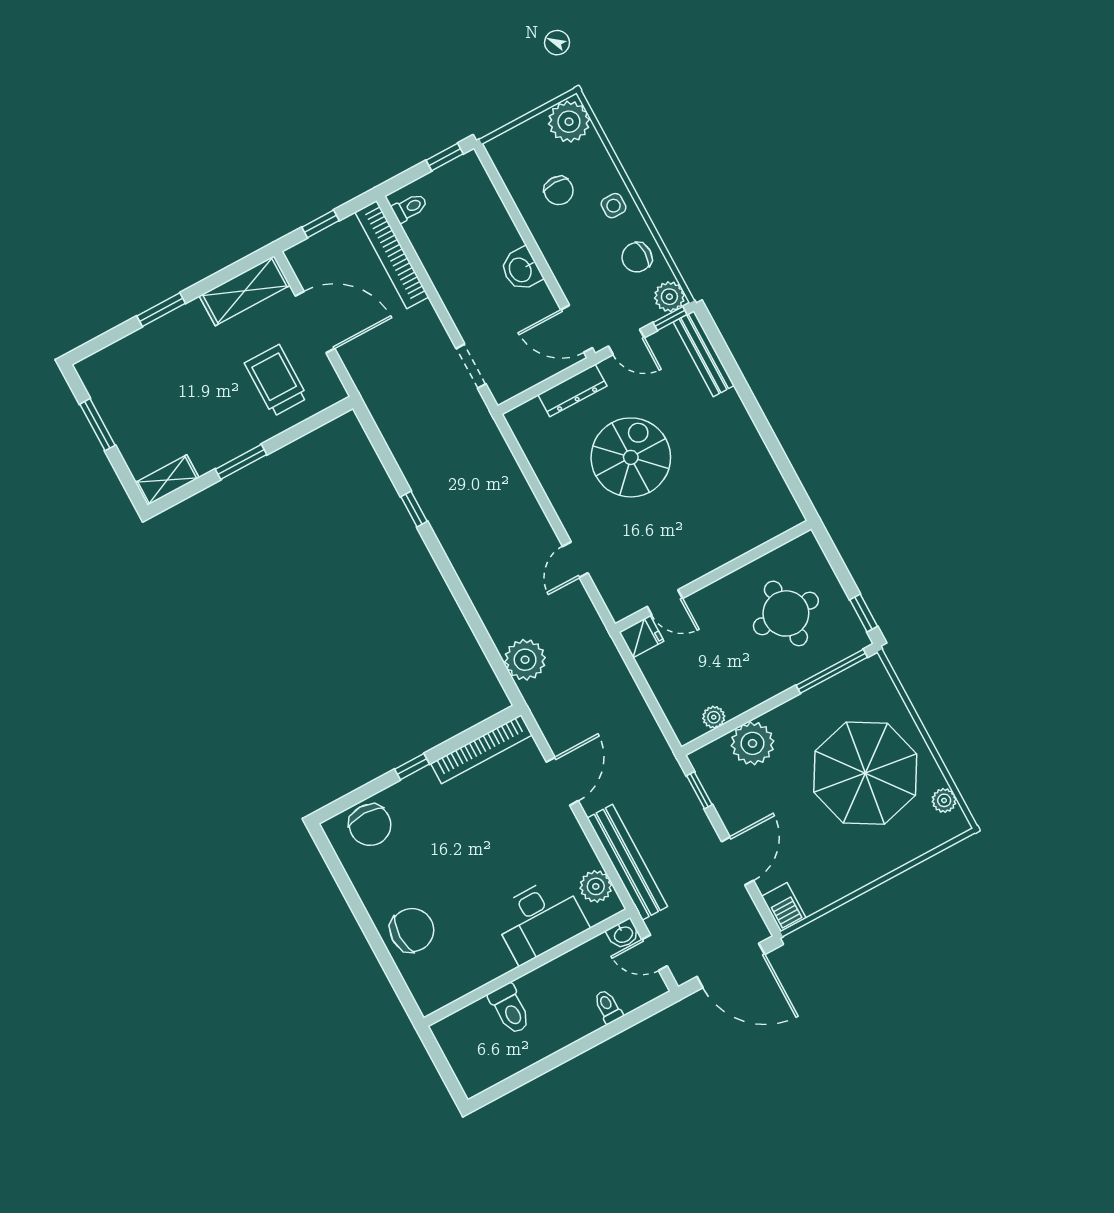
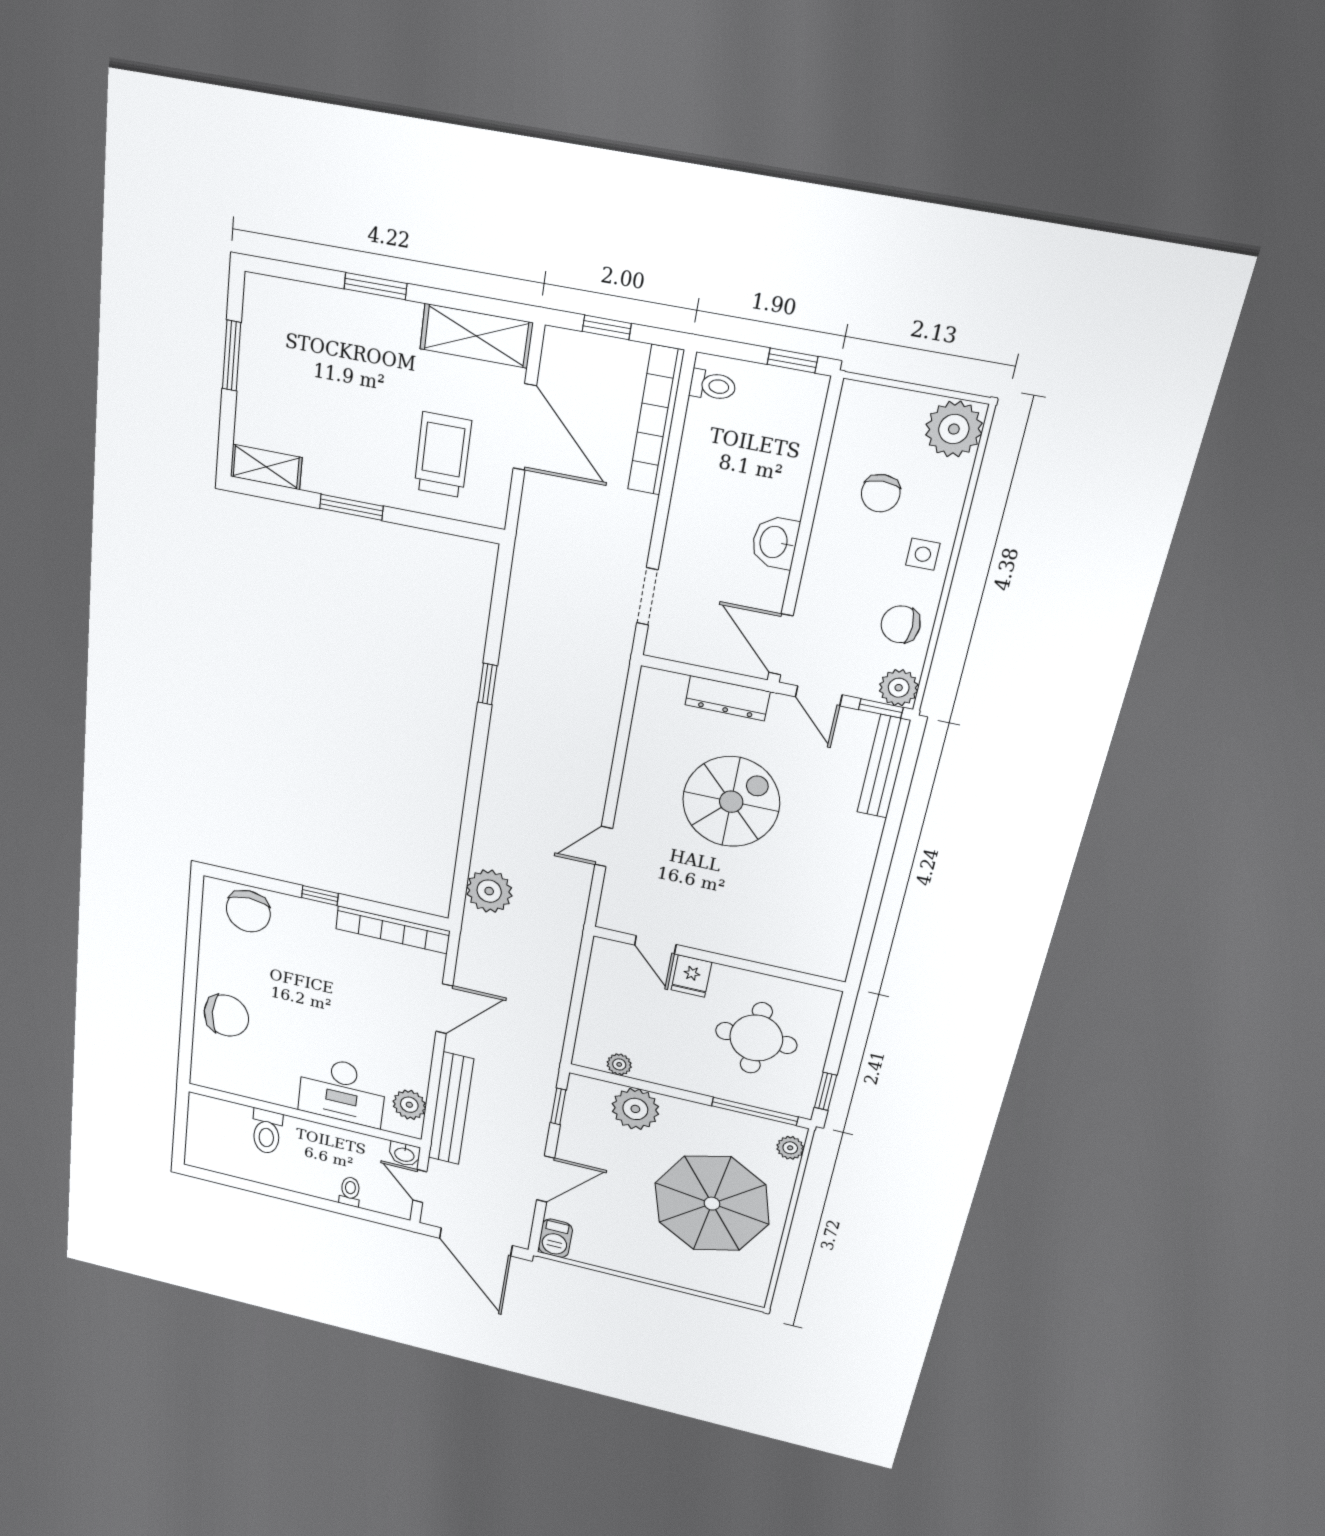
fridge: (642, 637) -> (691, 976), moved, turned 90
plant: (944, 800) -> (790, 1148), moved

